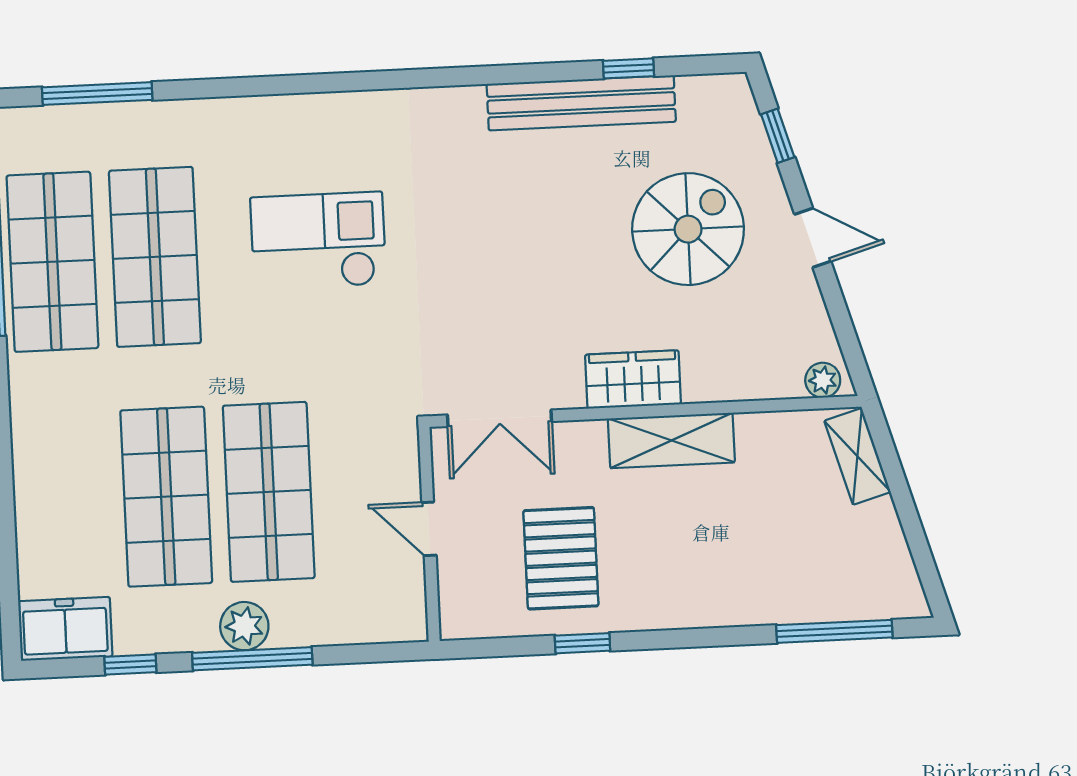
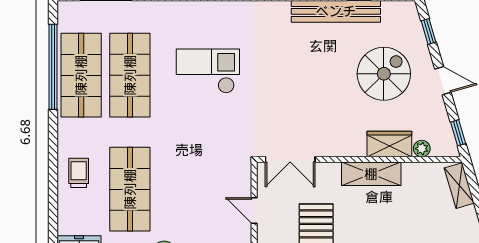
window: (850, 346) -> (458, 133), added
wardrobe: (633, 379) -> (389, 144), moved
plant: (823, 380) -> (422, 149), moved
trolley: (57, 467) -> (79, 173), added
shop shelf: (269, 492) -> (179, 189), removed

